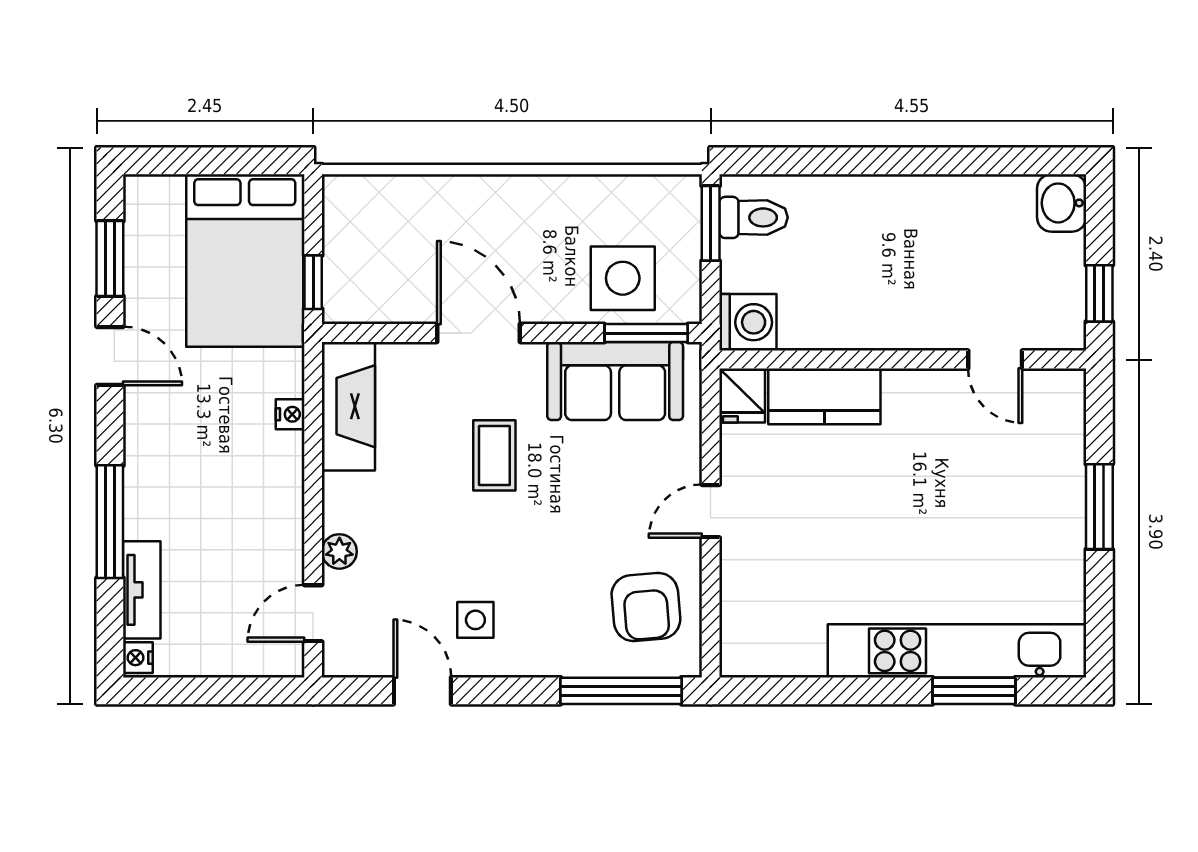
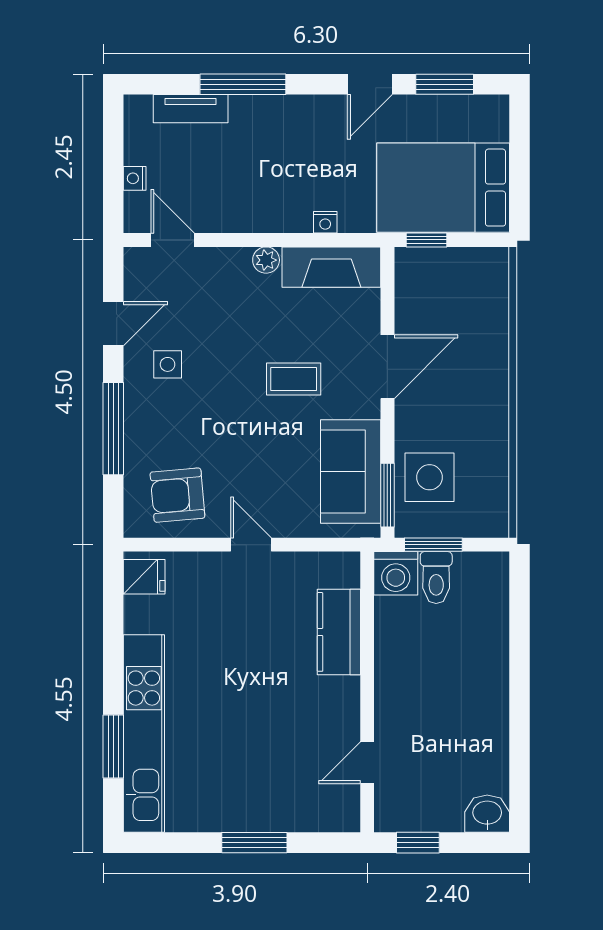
toilet: (754, 217) -> (436, 578), moved
window: (711, 223) -> (433, 545), moved
fridge: (742, 395) -> (144, 577), moved, turned 180
plant: (339, 551) -> (266, 260), moved
nightstand: (138, 658) -> (135, 178), moved, turned -90
window: (621, 691) -> (113, 429), moved

